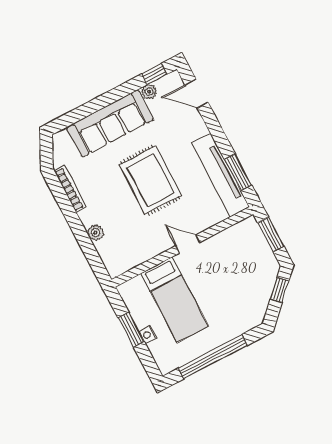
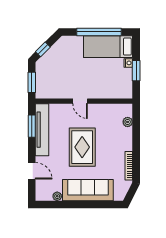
window: (154, 74) -> (49, 204), removed
door: (197, 94) -> (32, 171), moved
plant: (95, 232) -> (128, 122), moved
bed: (175, 300) -> (108, 47), moved, turned -90

